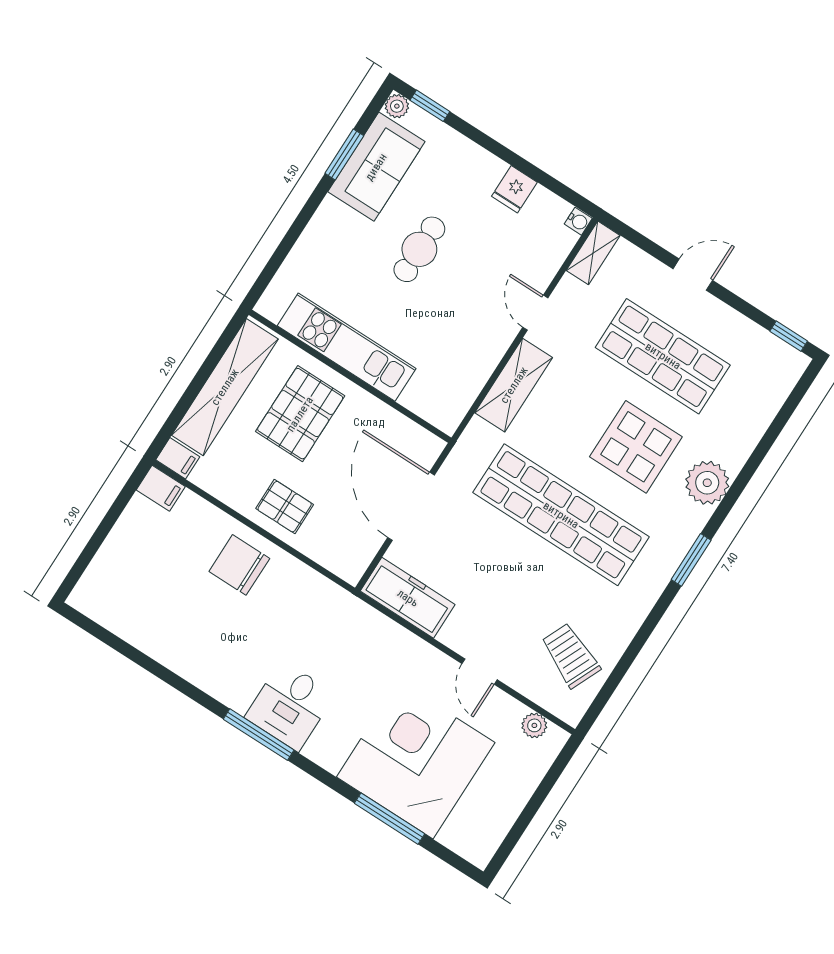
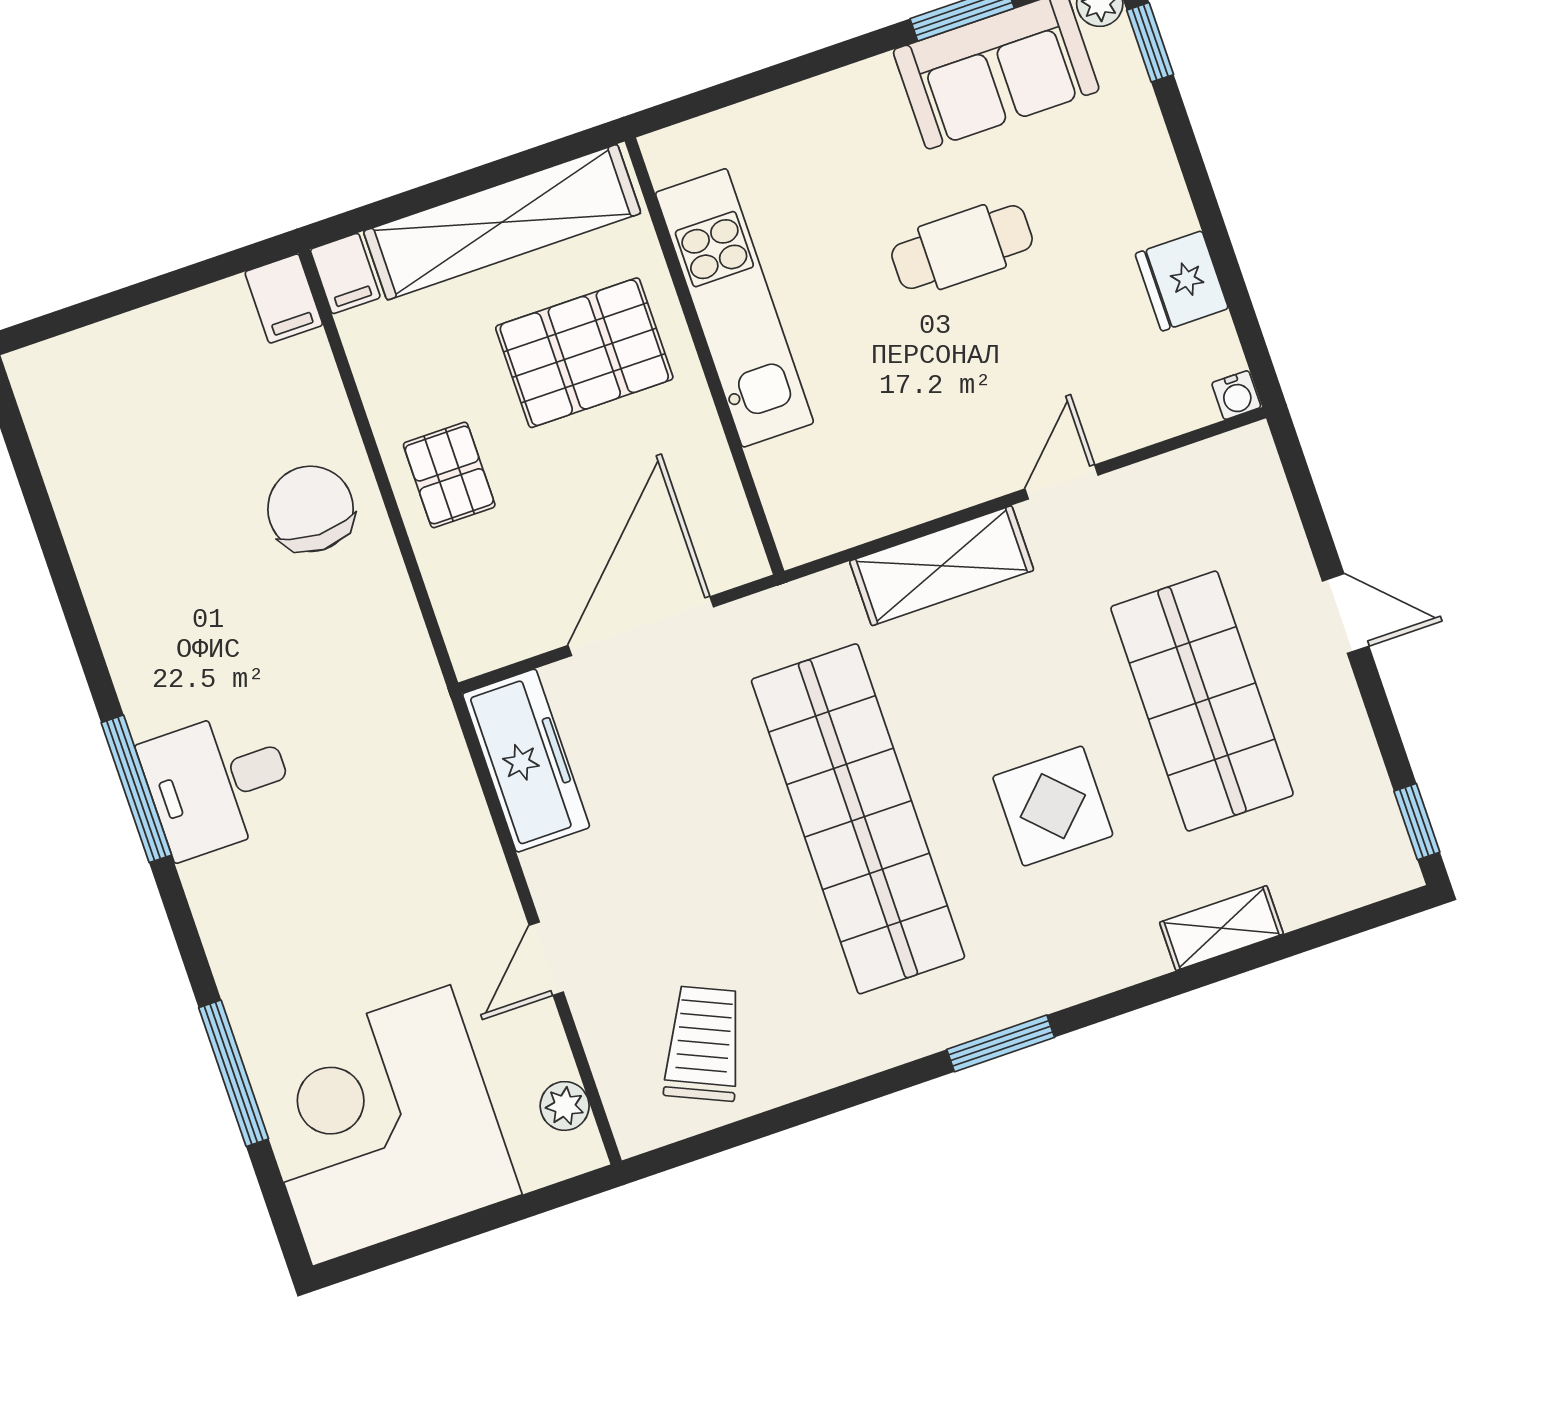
fridge: (514, 189) -> (1182, 281), width x1.38
shelving: (593, 253) -> (1221, 928), moved
display table: (636, 447) -> (1053, 806), width x0.73, depth x0.73
plant: (707, 483) -> (1118, 946), removed
corner desk: (416, 760) -> (381, 1125), moved, turned -90

